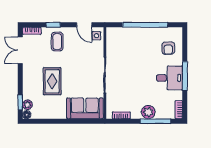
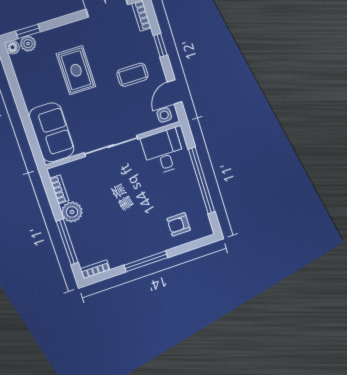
coffee table: (57, 42) -> (132, 75), moved
desk: (169, 78) -> (163, 152), moved, turned 180
rug: (52, 81) -> (76, 70), turned 90
plant: (148, 112) -> (72, 212), moved

